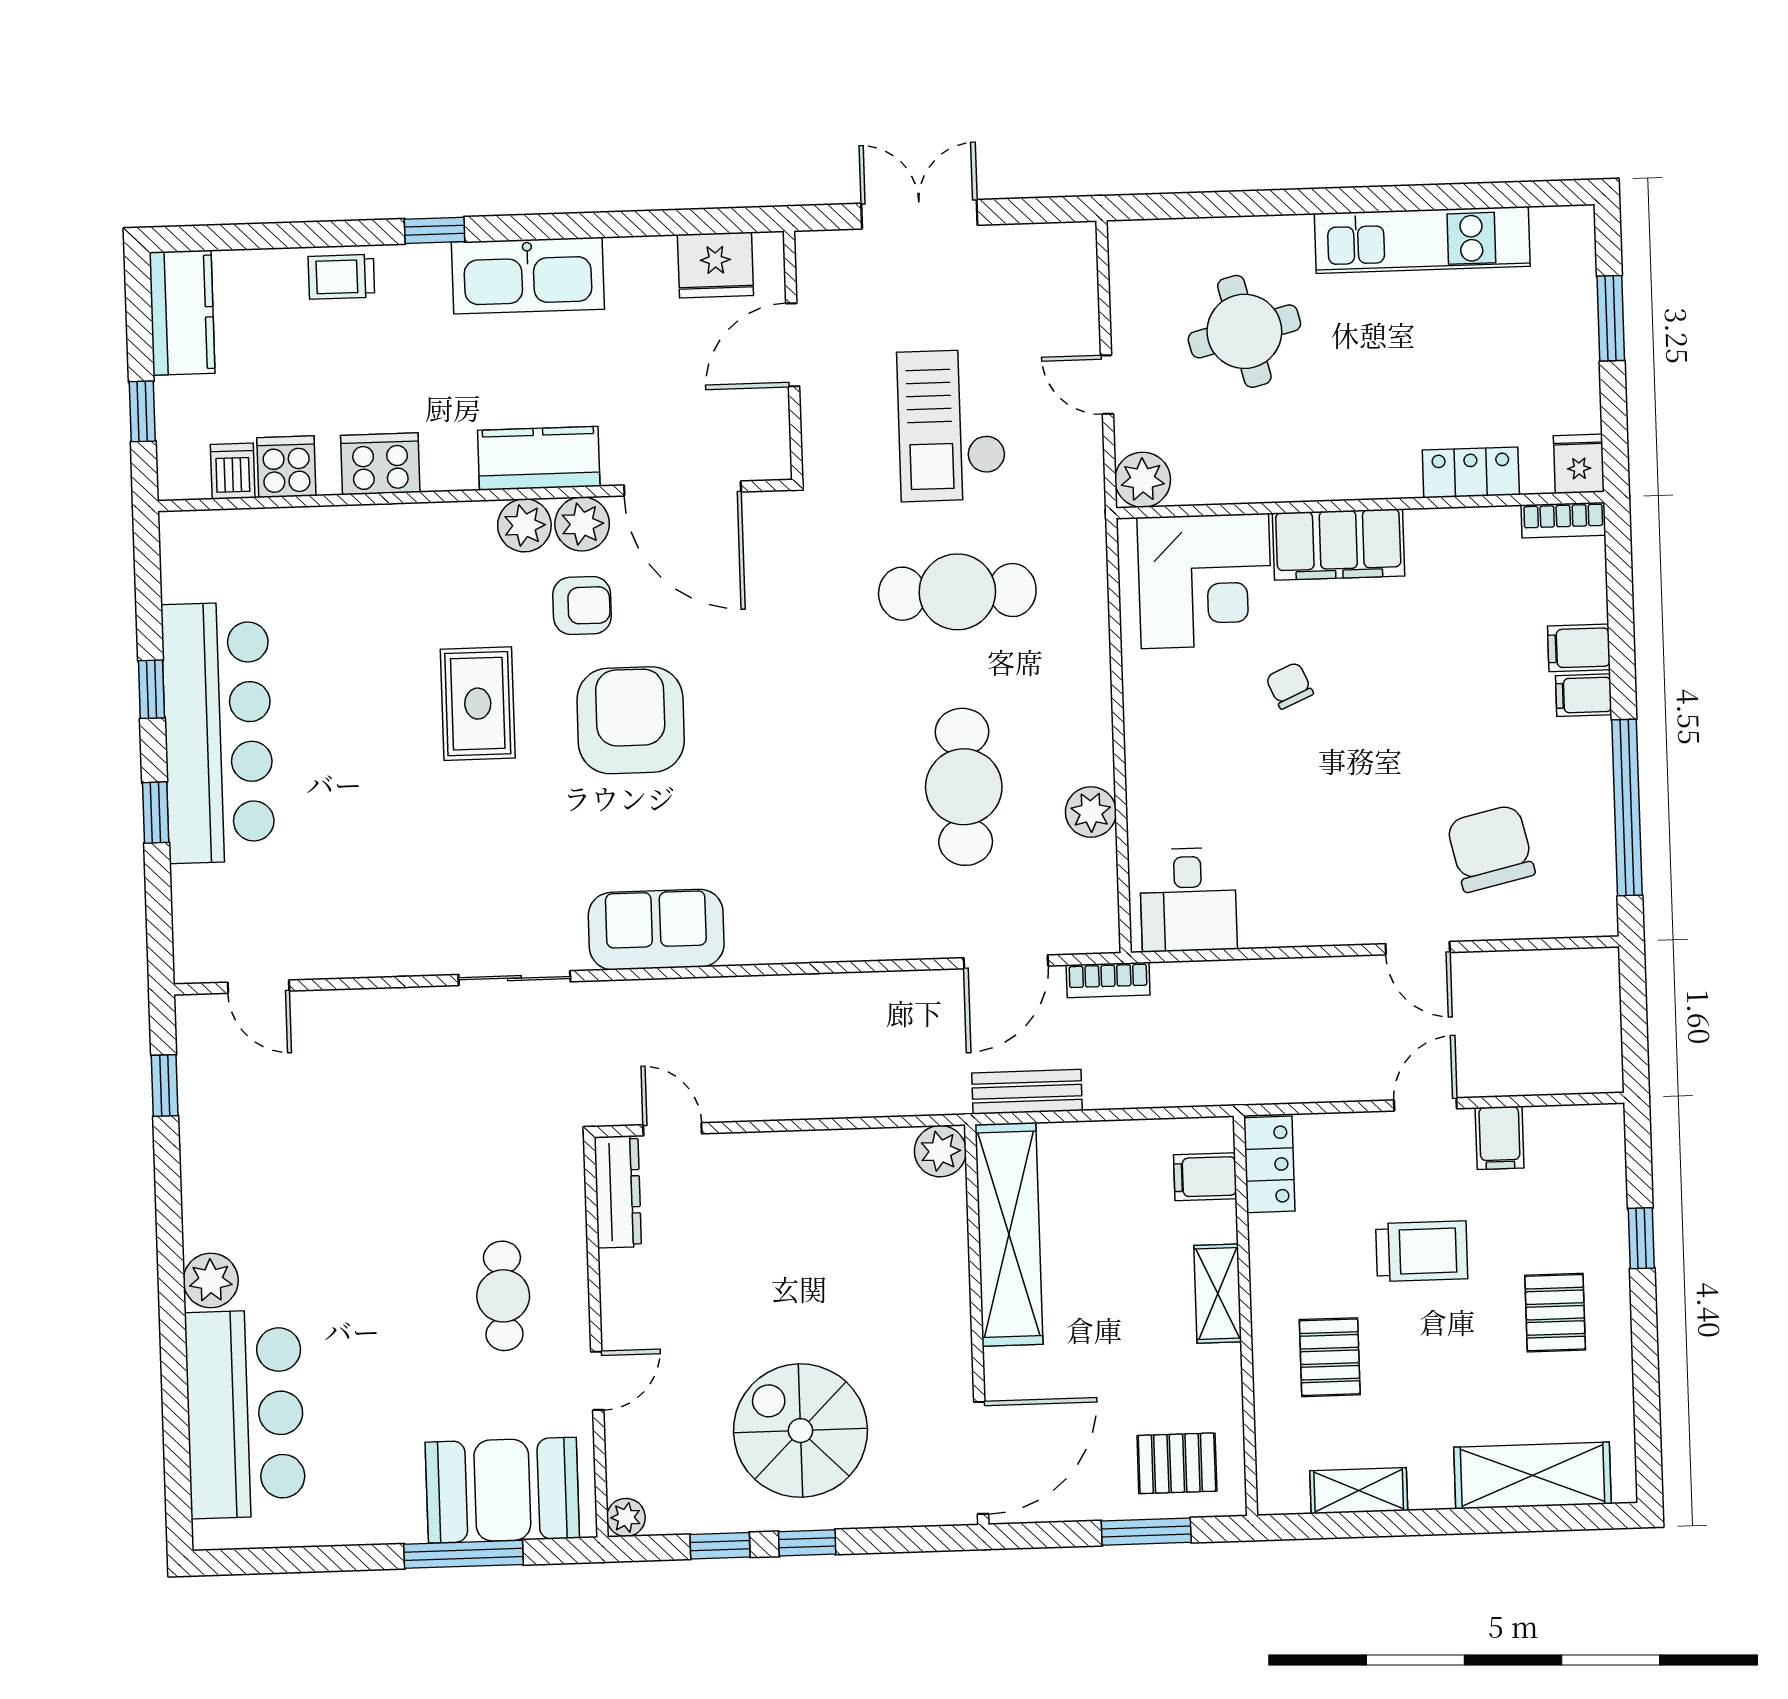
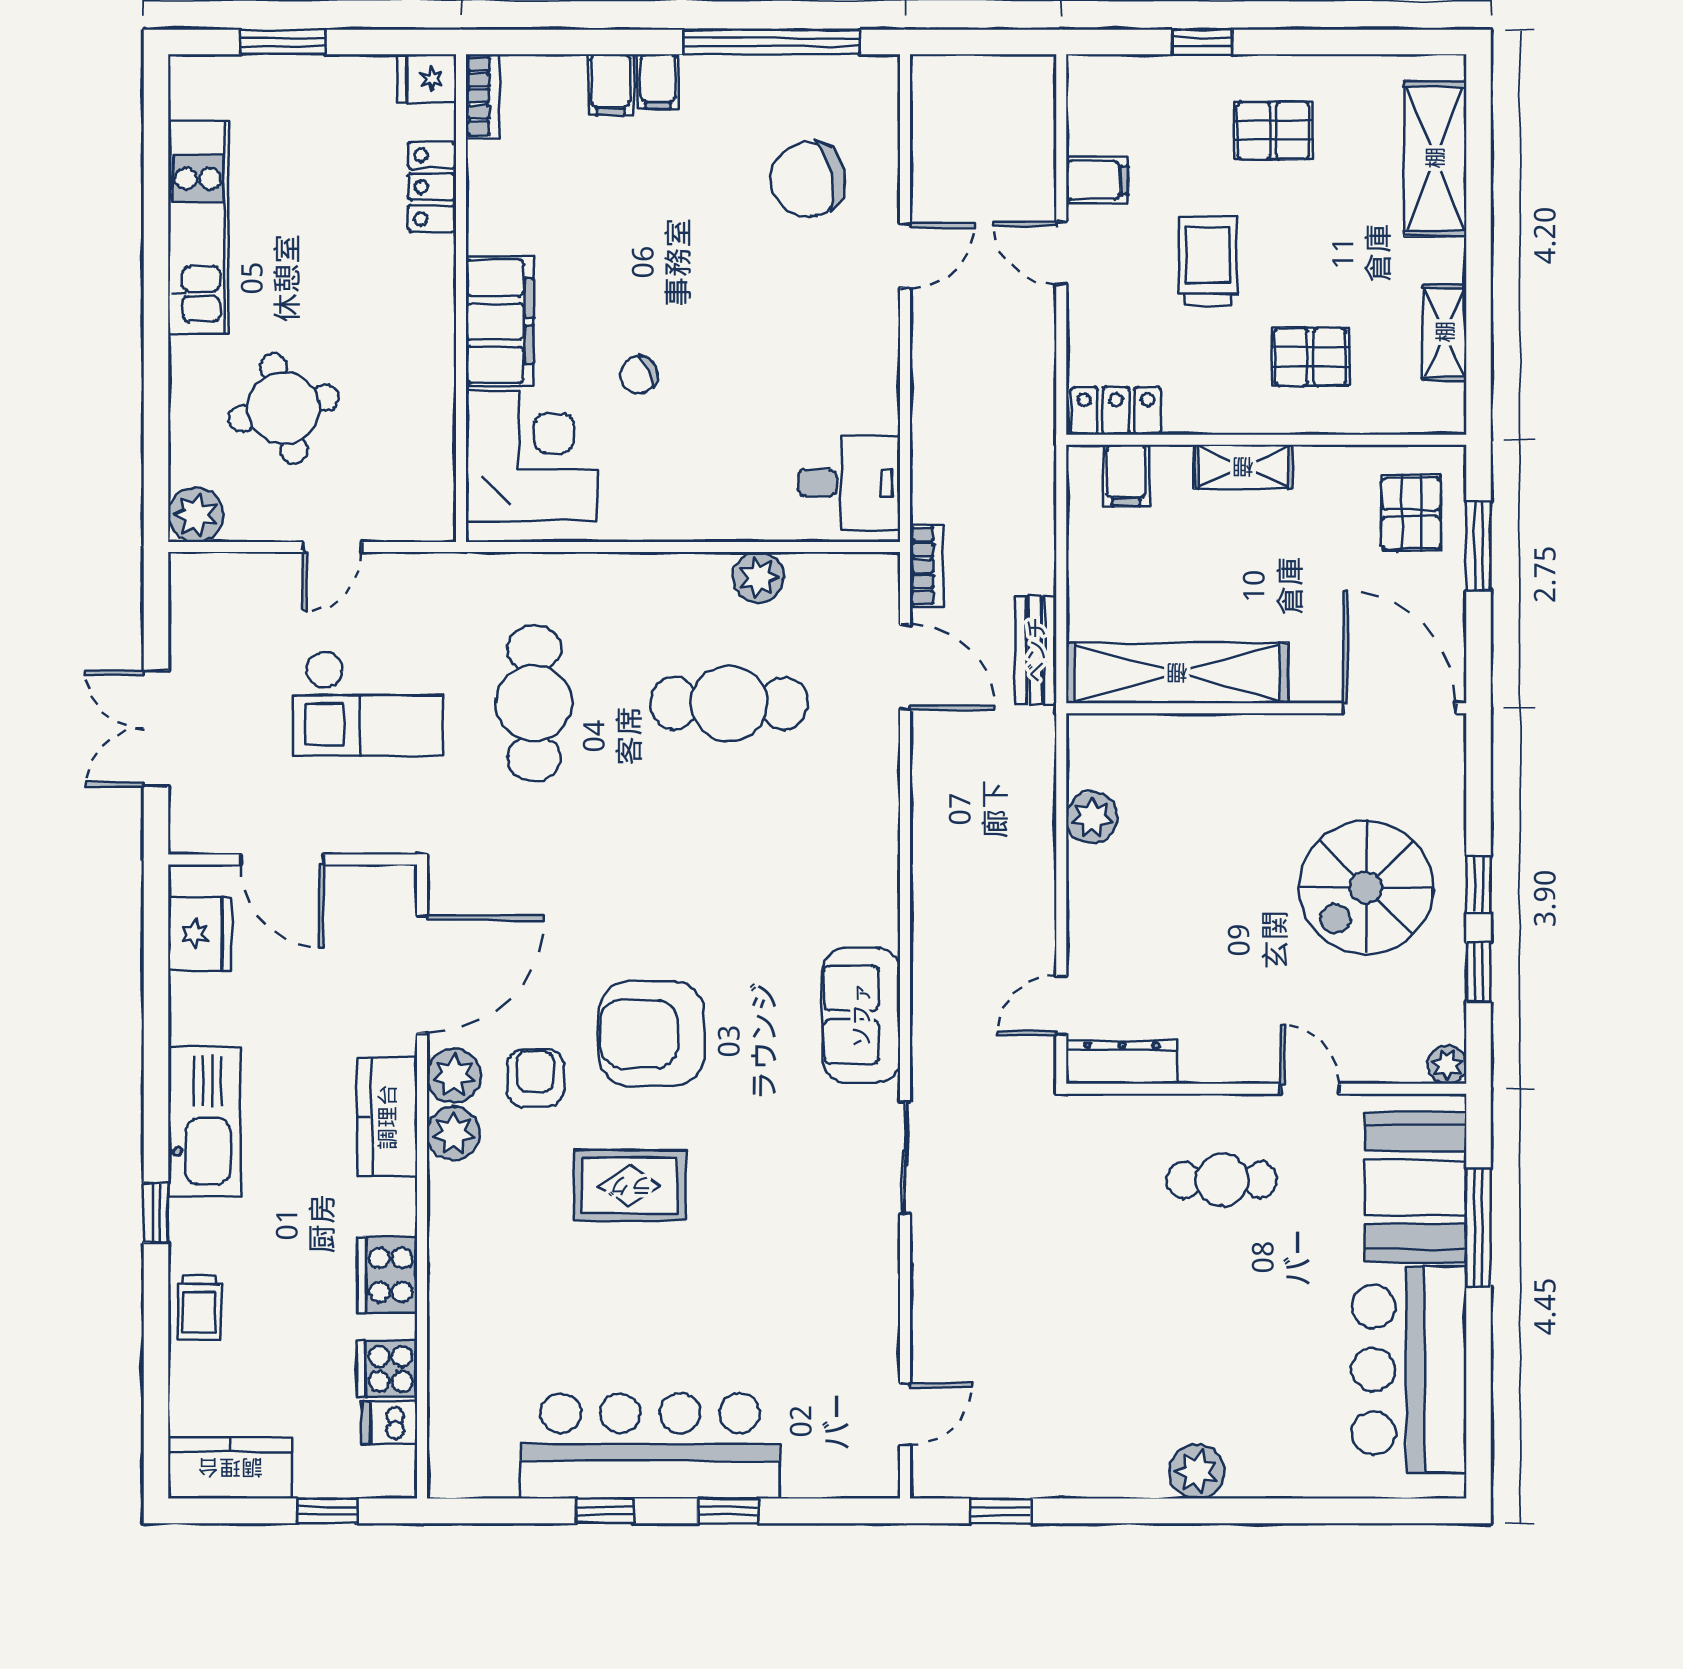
plant: (1143, 480) -> (196, 515), moved
plant: (940, 1151) -> (1092, 818), moved
bar counter: (245, 1414) -> (1409, 1370), moved, turned -90

